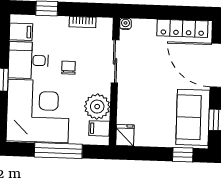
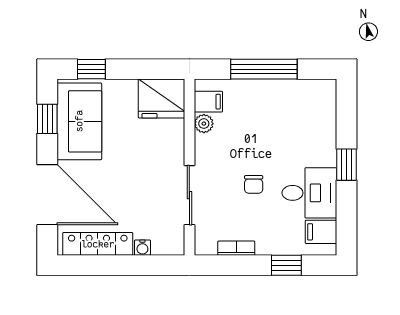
water cooler: (125, 24) -> (142, 248), moved
plant: (97, 107) -> (204, 124), width x0.53, depth x0.53
corner desk: (38, 111) -> (294, 123), removed
fridge: (125, 135) -> (161, 98), width x1.88, depth x1.34

